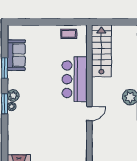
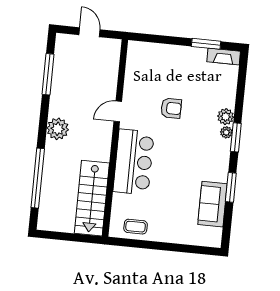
plant: (13, 95) -> (226, 117), moved
armchair: (52, 120) -> (171, 108), added

